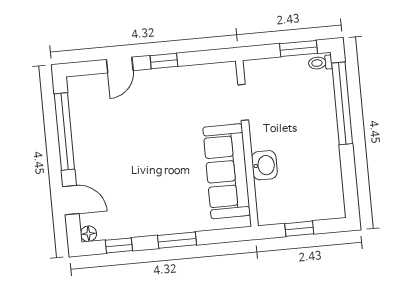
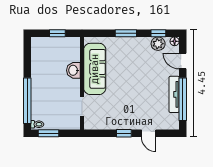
door: (120, 65) -> (149, 133), swing flipped
tv unit: (81, 139) -> (174, 94), added
plant: (118, 227) -> (158, 44), added

